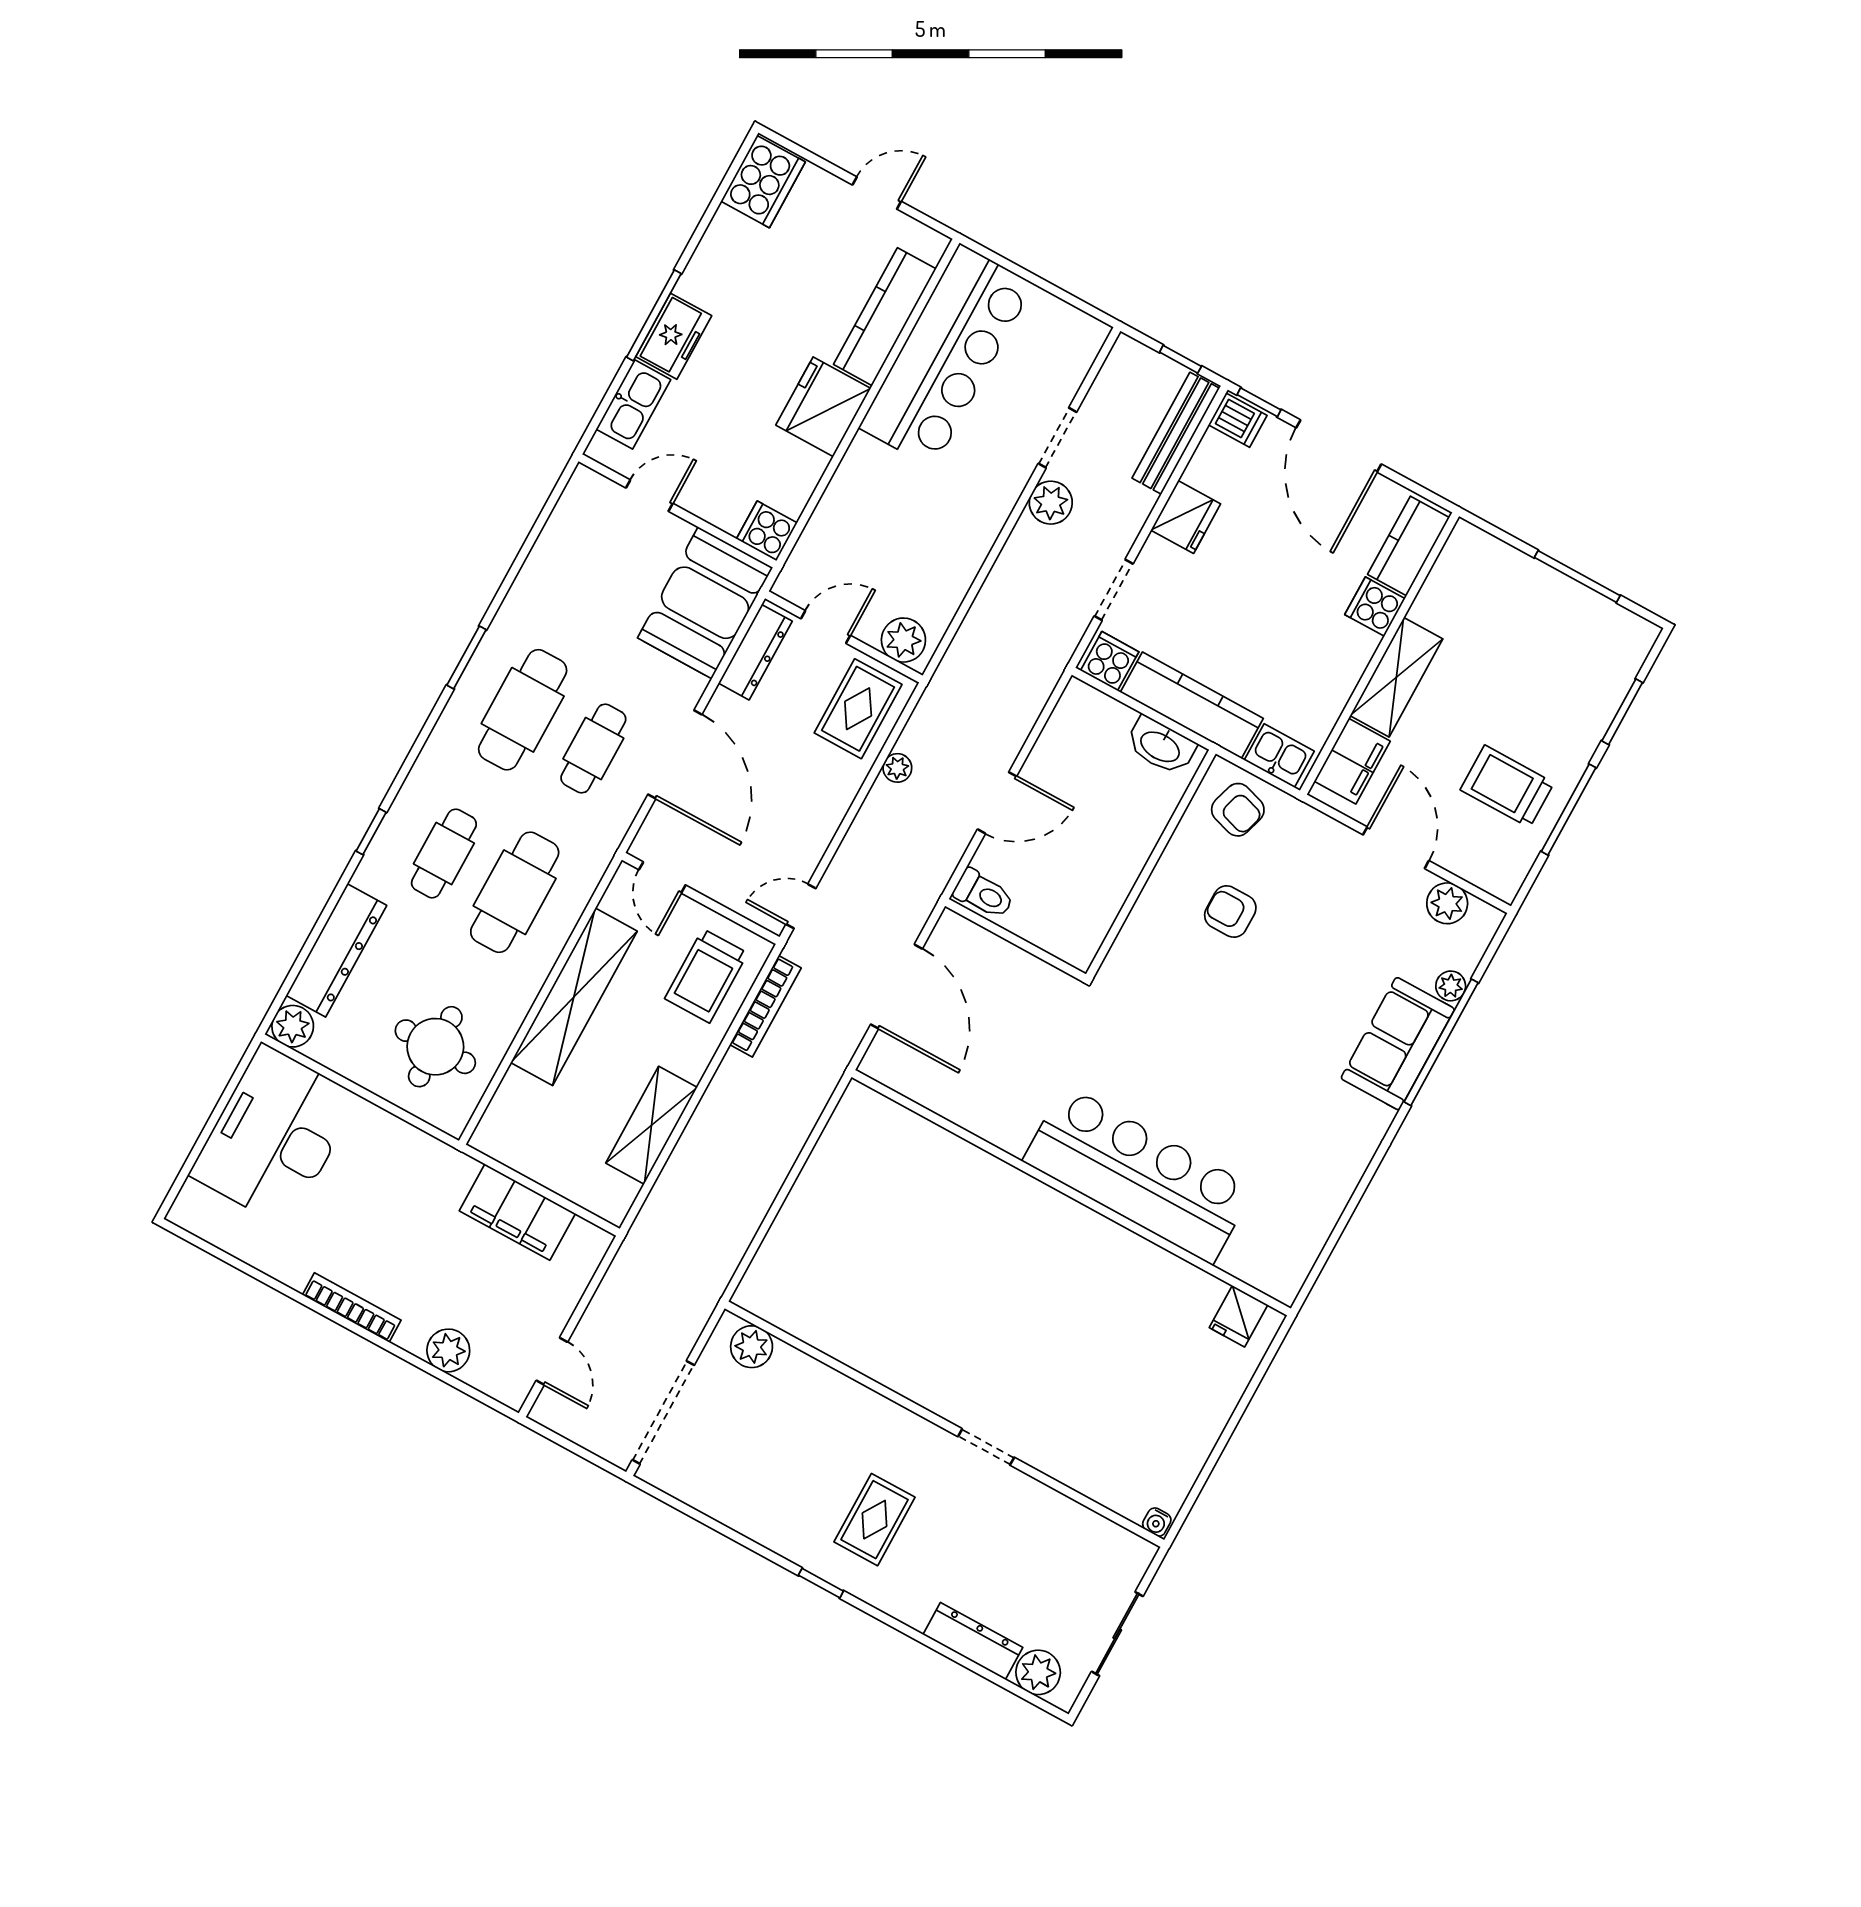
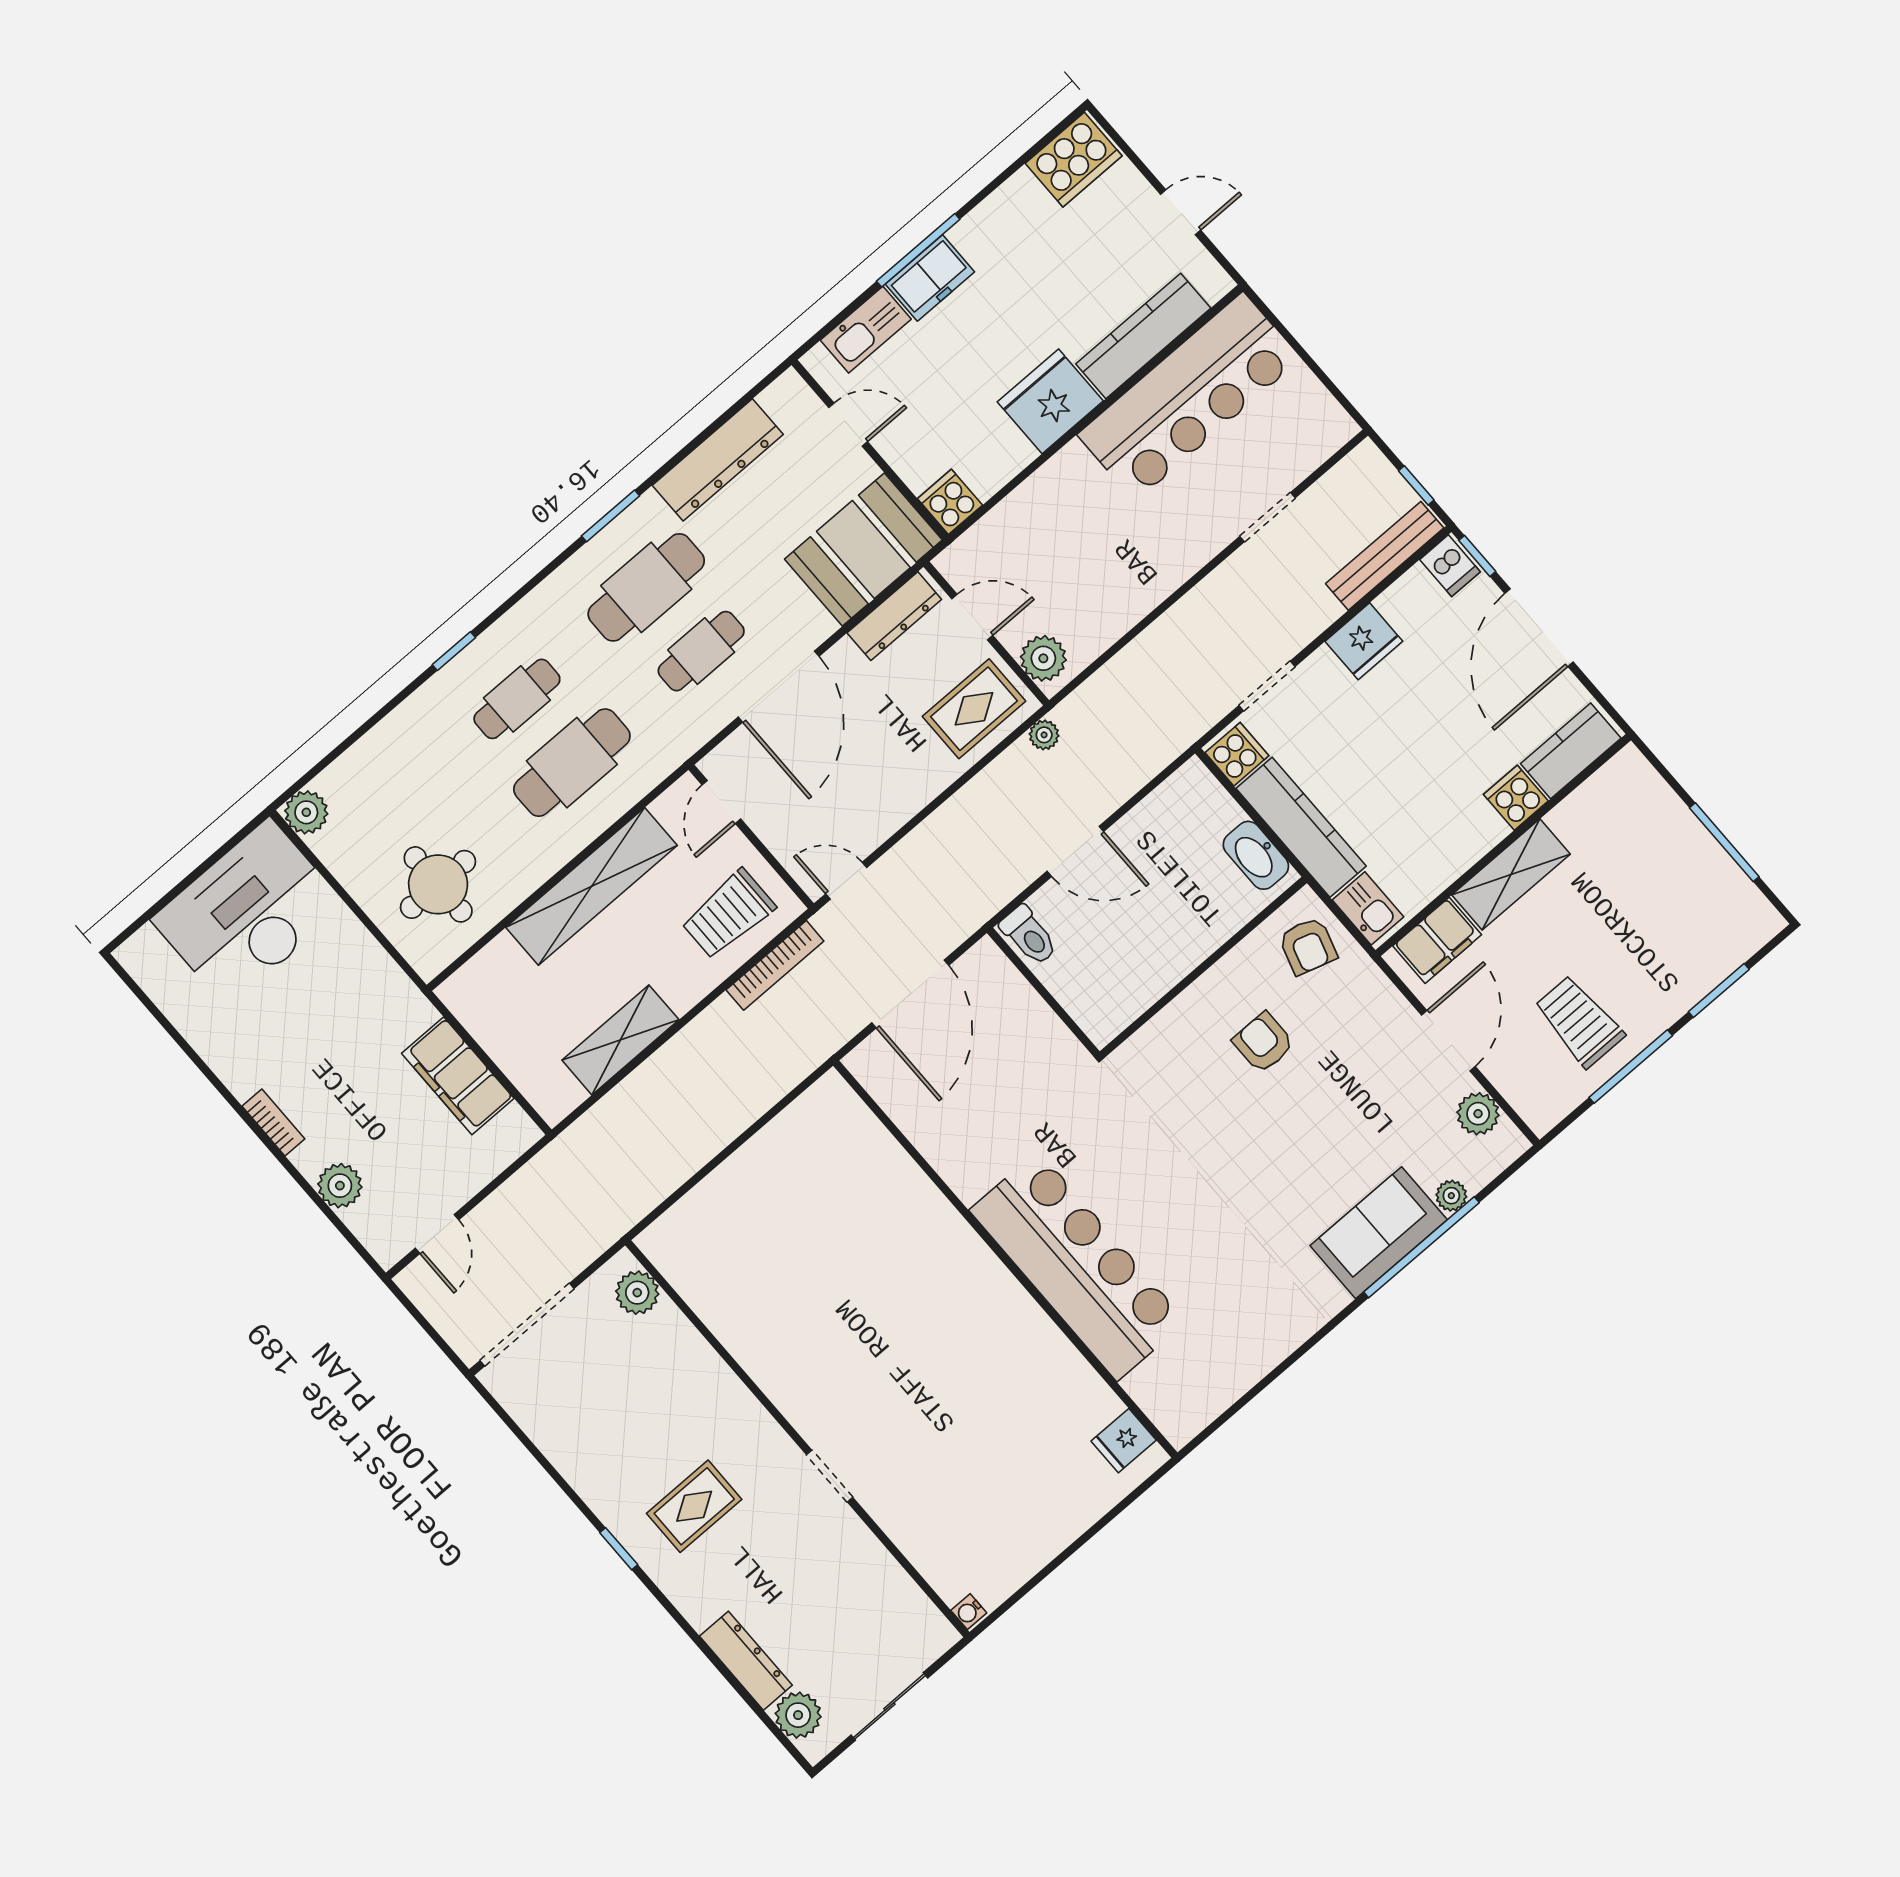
plant: (1051, 503) -> (1237, 578), removed
plant: (897, 768) -> (1044, 735), moved
dresser: (336, 950) -> (718, 460), moved
bookcase: (352, 1307) -> (273, 1122), width x0.64

